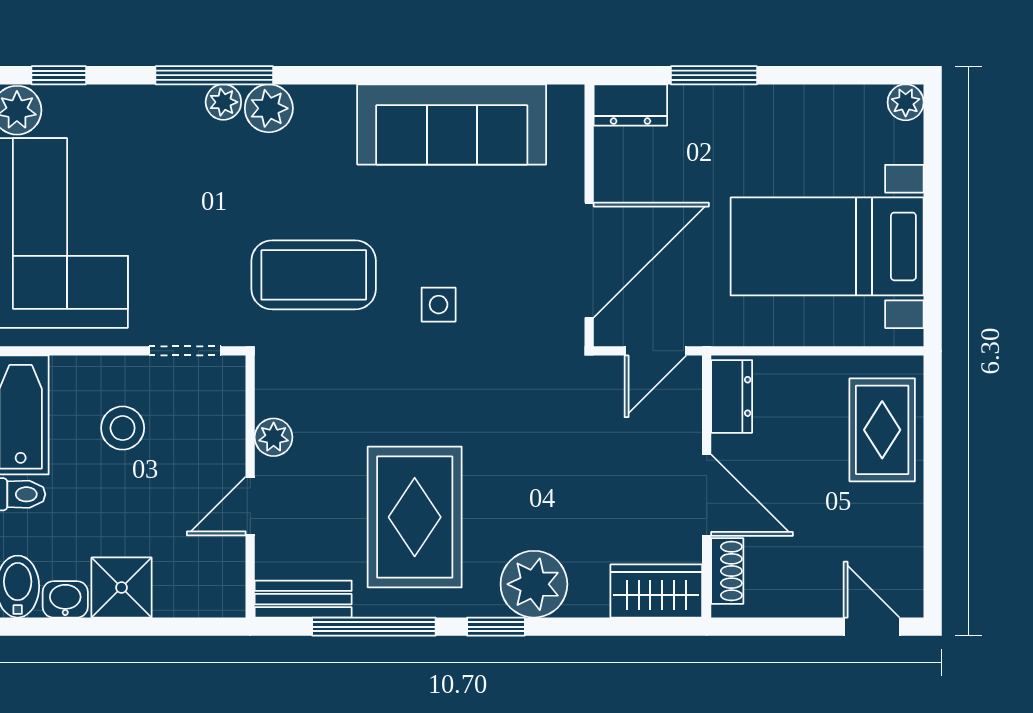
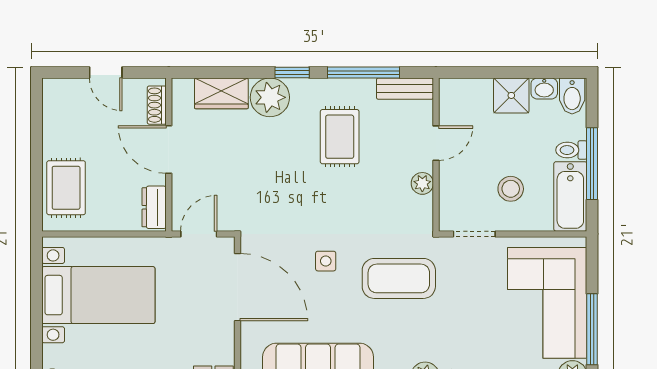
door: (589, 260) -> (238, 287), swing flipped
rug: (415, 517) -> (340, 137), width x0.73, depth x0.70
wardrobe: (656, 591) -> (221, 93), moved
door: (872, 627) -> (106, 73), moved

